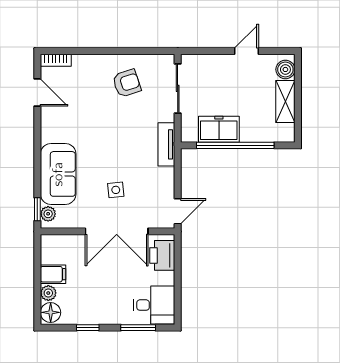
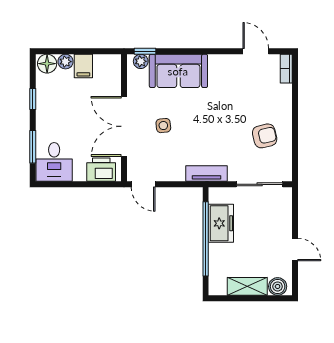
armchair: (127, 83) -> (265, 136), turned -85
door: (37, 93) -> (256, 51), swing flipped

